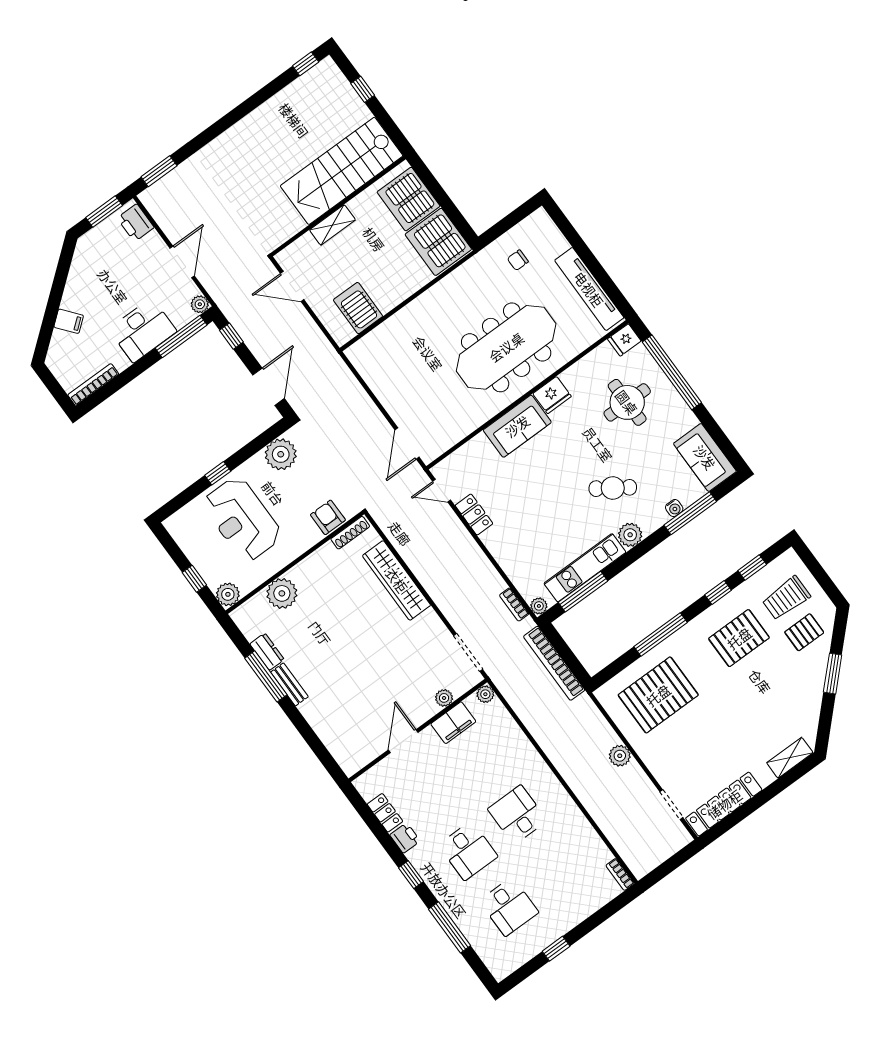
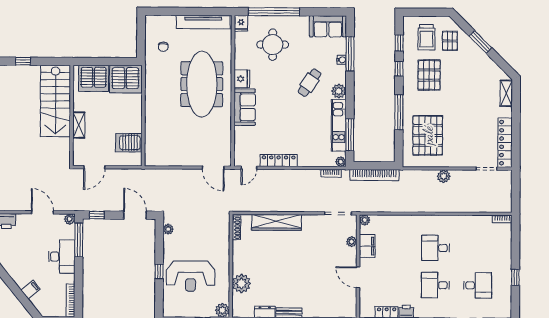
plant: (281, 454) -> (168, 229), width x0.53, depth x0.53
locker: (474, 514) -> (279, 160), width x1.53
armchair: (328, 517) -> (221, 233), removed
desk: (468, 851) -> (435, 285), turned 180

